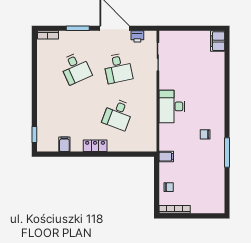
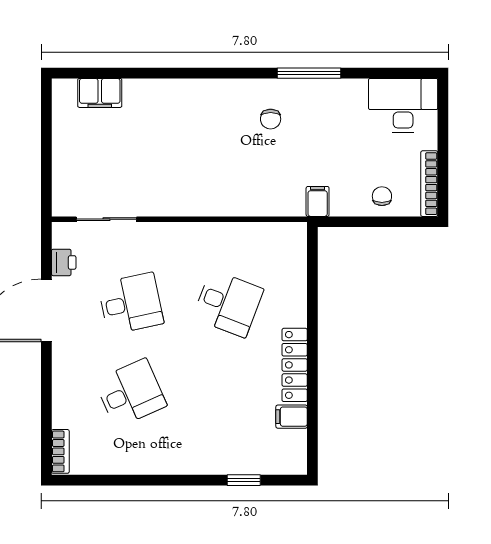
window: (78, 28) -> (46, 389), removed
filing cabinet: (218, 41) -> (100, 93), moved
desk: (172, 106) -> (403, 105), moved, turned 180
window: (34, 135) -> (244, 480), moved
locker: (95, 146) -> (295, 365), width x1.53

